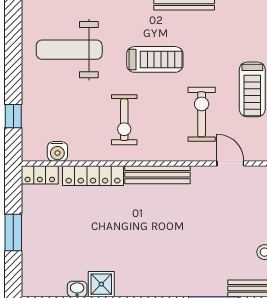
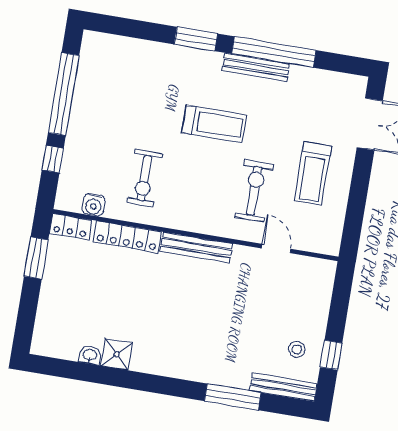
weight bench: (69, 50) -> (124, 98), removed
window: (13, 55) -> (64, 94), added
exercise bike: (124, 120) -> (144, 178), moved
window: (13, 232) -> (36, 258), moved

